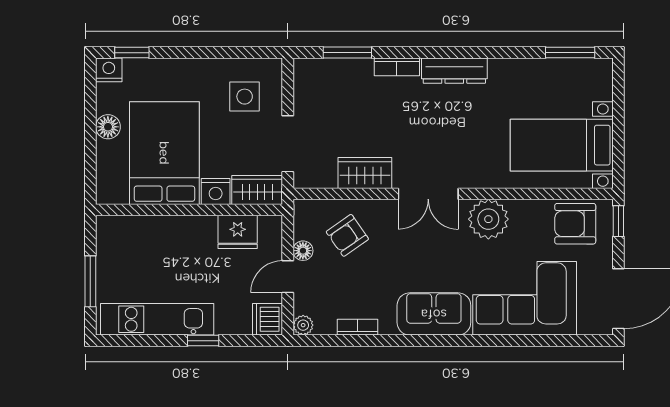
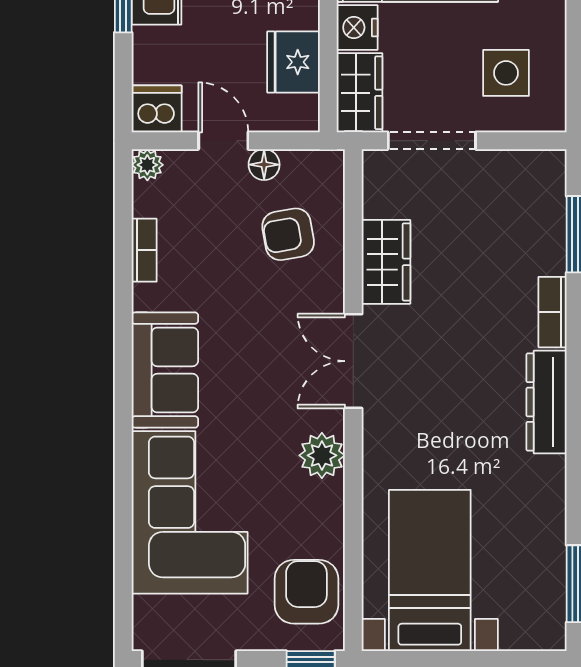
plant: (488, 219) -> (322, 455), width x0.73, depth x0.73
armchair: (347, 235) -> (288, 234), turned -65

